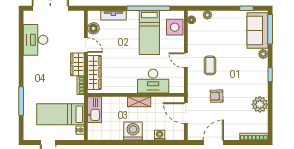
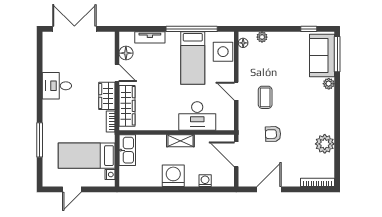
desk: (36, 40) -> (57, 86), moved, width x0.73
window: (270, 75) -> (337, 108), removed

